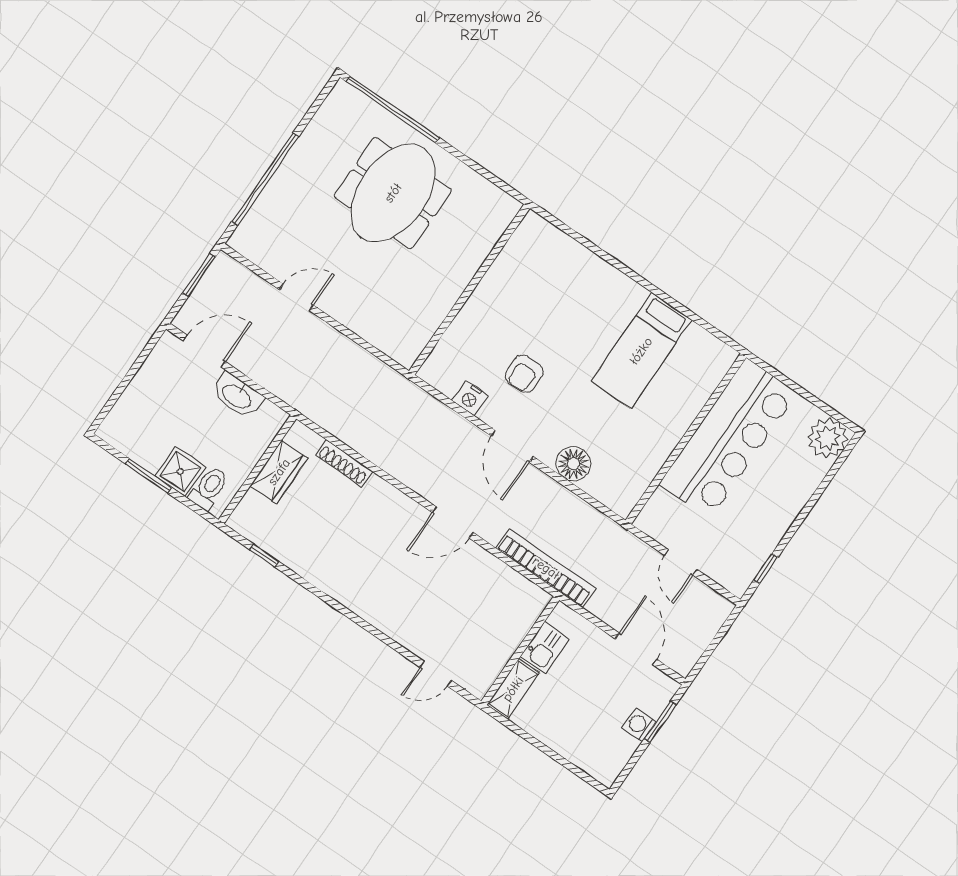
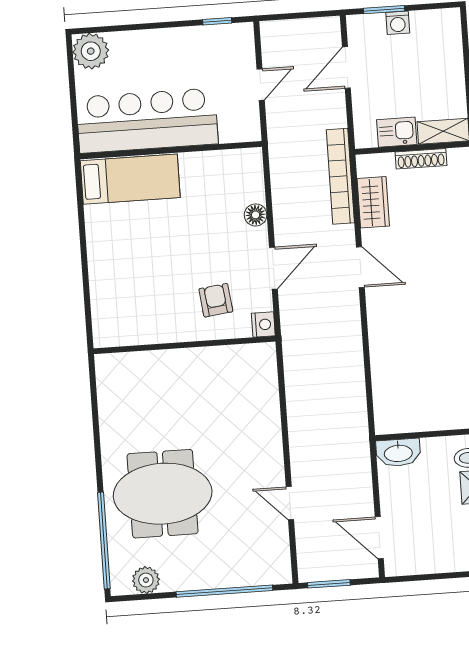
plant: (329, 119) -> (146, 580), added
wall: (469, 290) -> (185, 345), moved
bed: (641, 351) -> (130, 179), moved
armchair: (524, 374) -> (216, 300), turned -97
washbasin: (237, 396) -> (398, 453), moved, turned 90
shoe rack: (344, 463) -> (421, 159), moved, turned 90
floor lamp: (573, 464) -> (256, 215), width x0.73, depth x0.73
wardrobe: (279, 472) -> (373, 202), moved, turned 90

